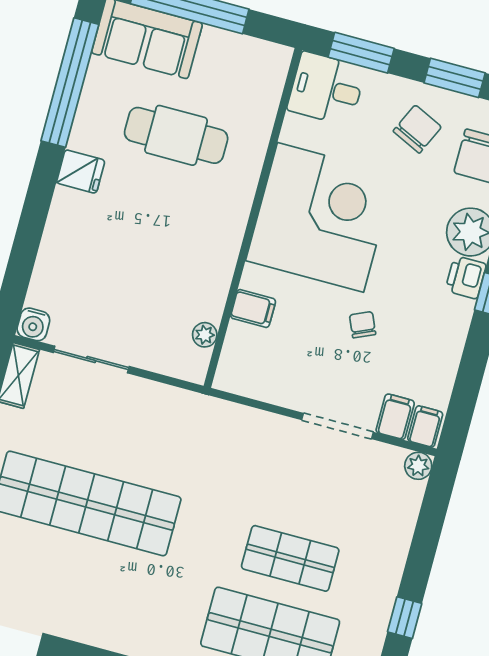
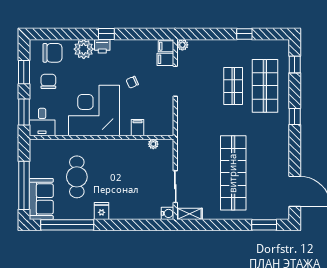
chair: (417, 129) -> (48, 81), turned 65

